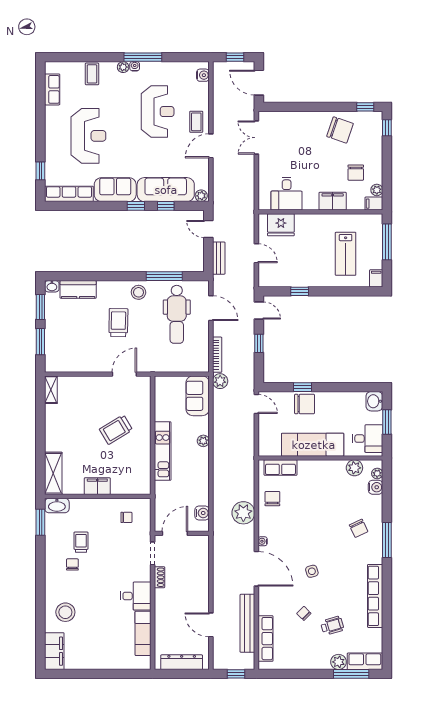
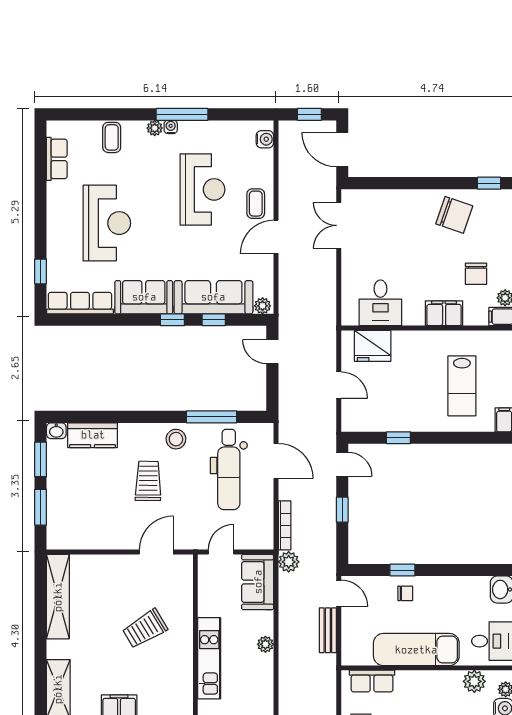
bench: (219, 258) -> (328, 630), moved
door: (171, 374) -> (221, 552), added
shelving: (51, 390) -> (58, 597), width x2.20, depth x1.33
chair: (305, 404) -> (405, 593), width x0.54, depth x0.54

